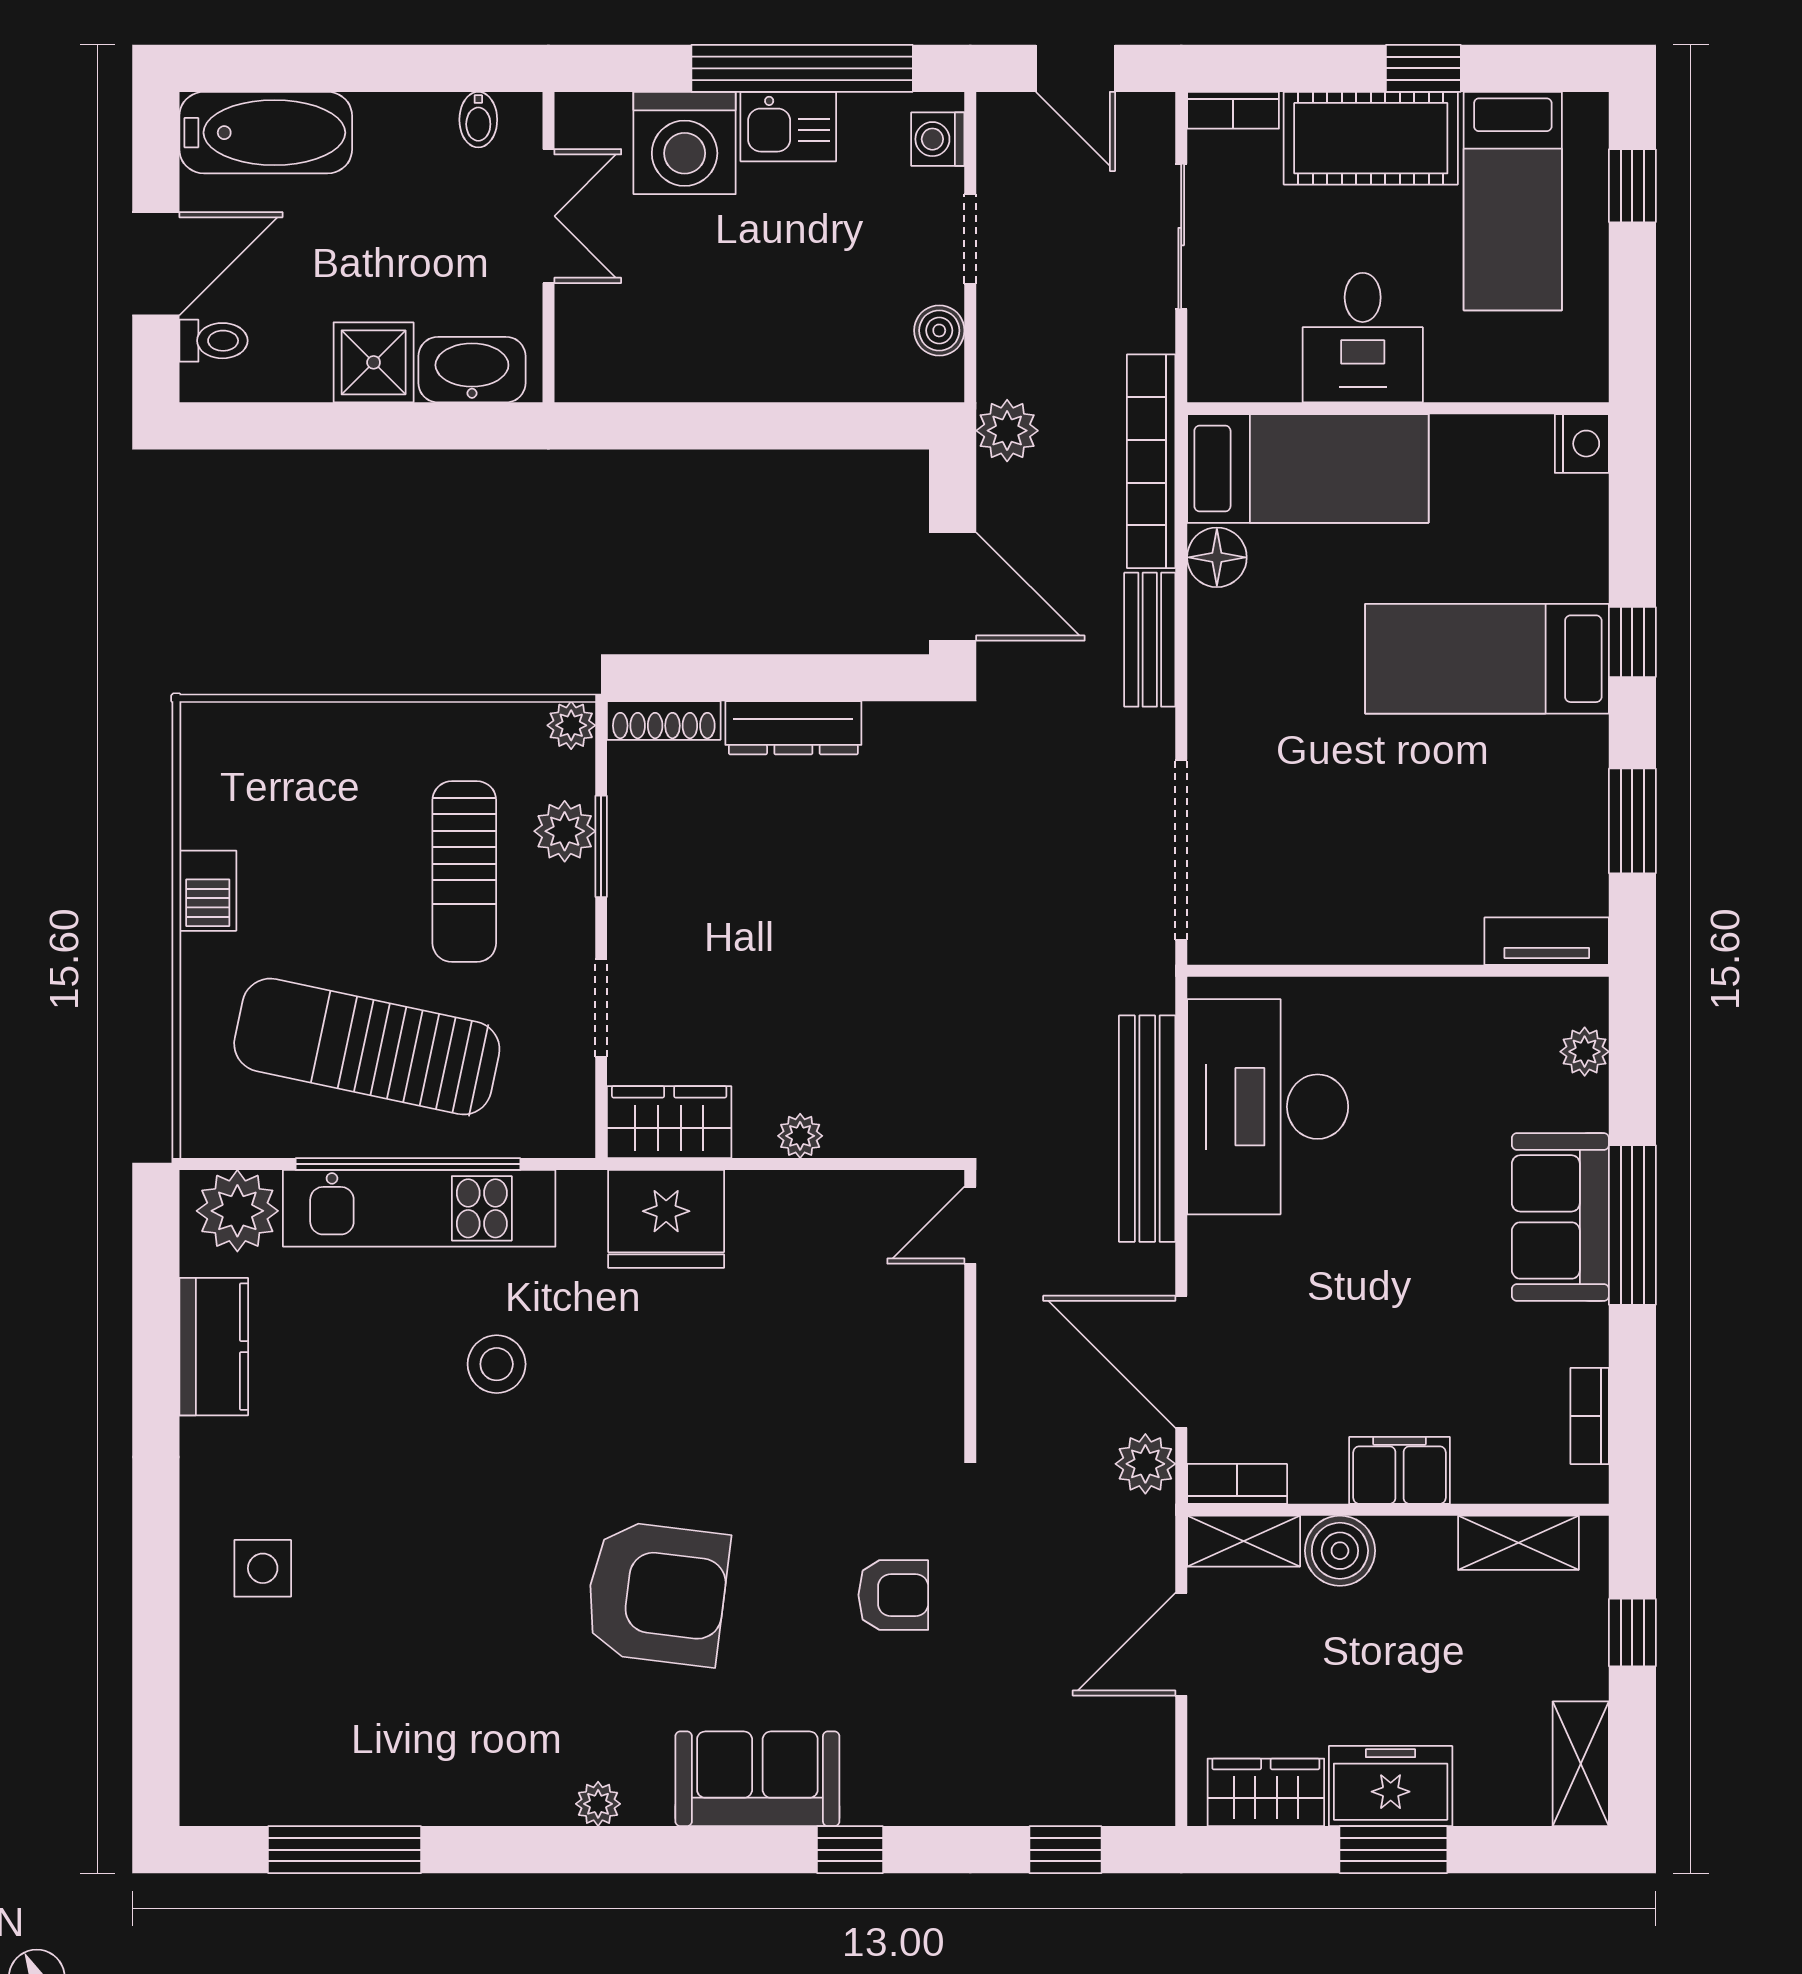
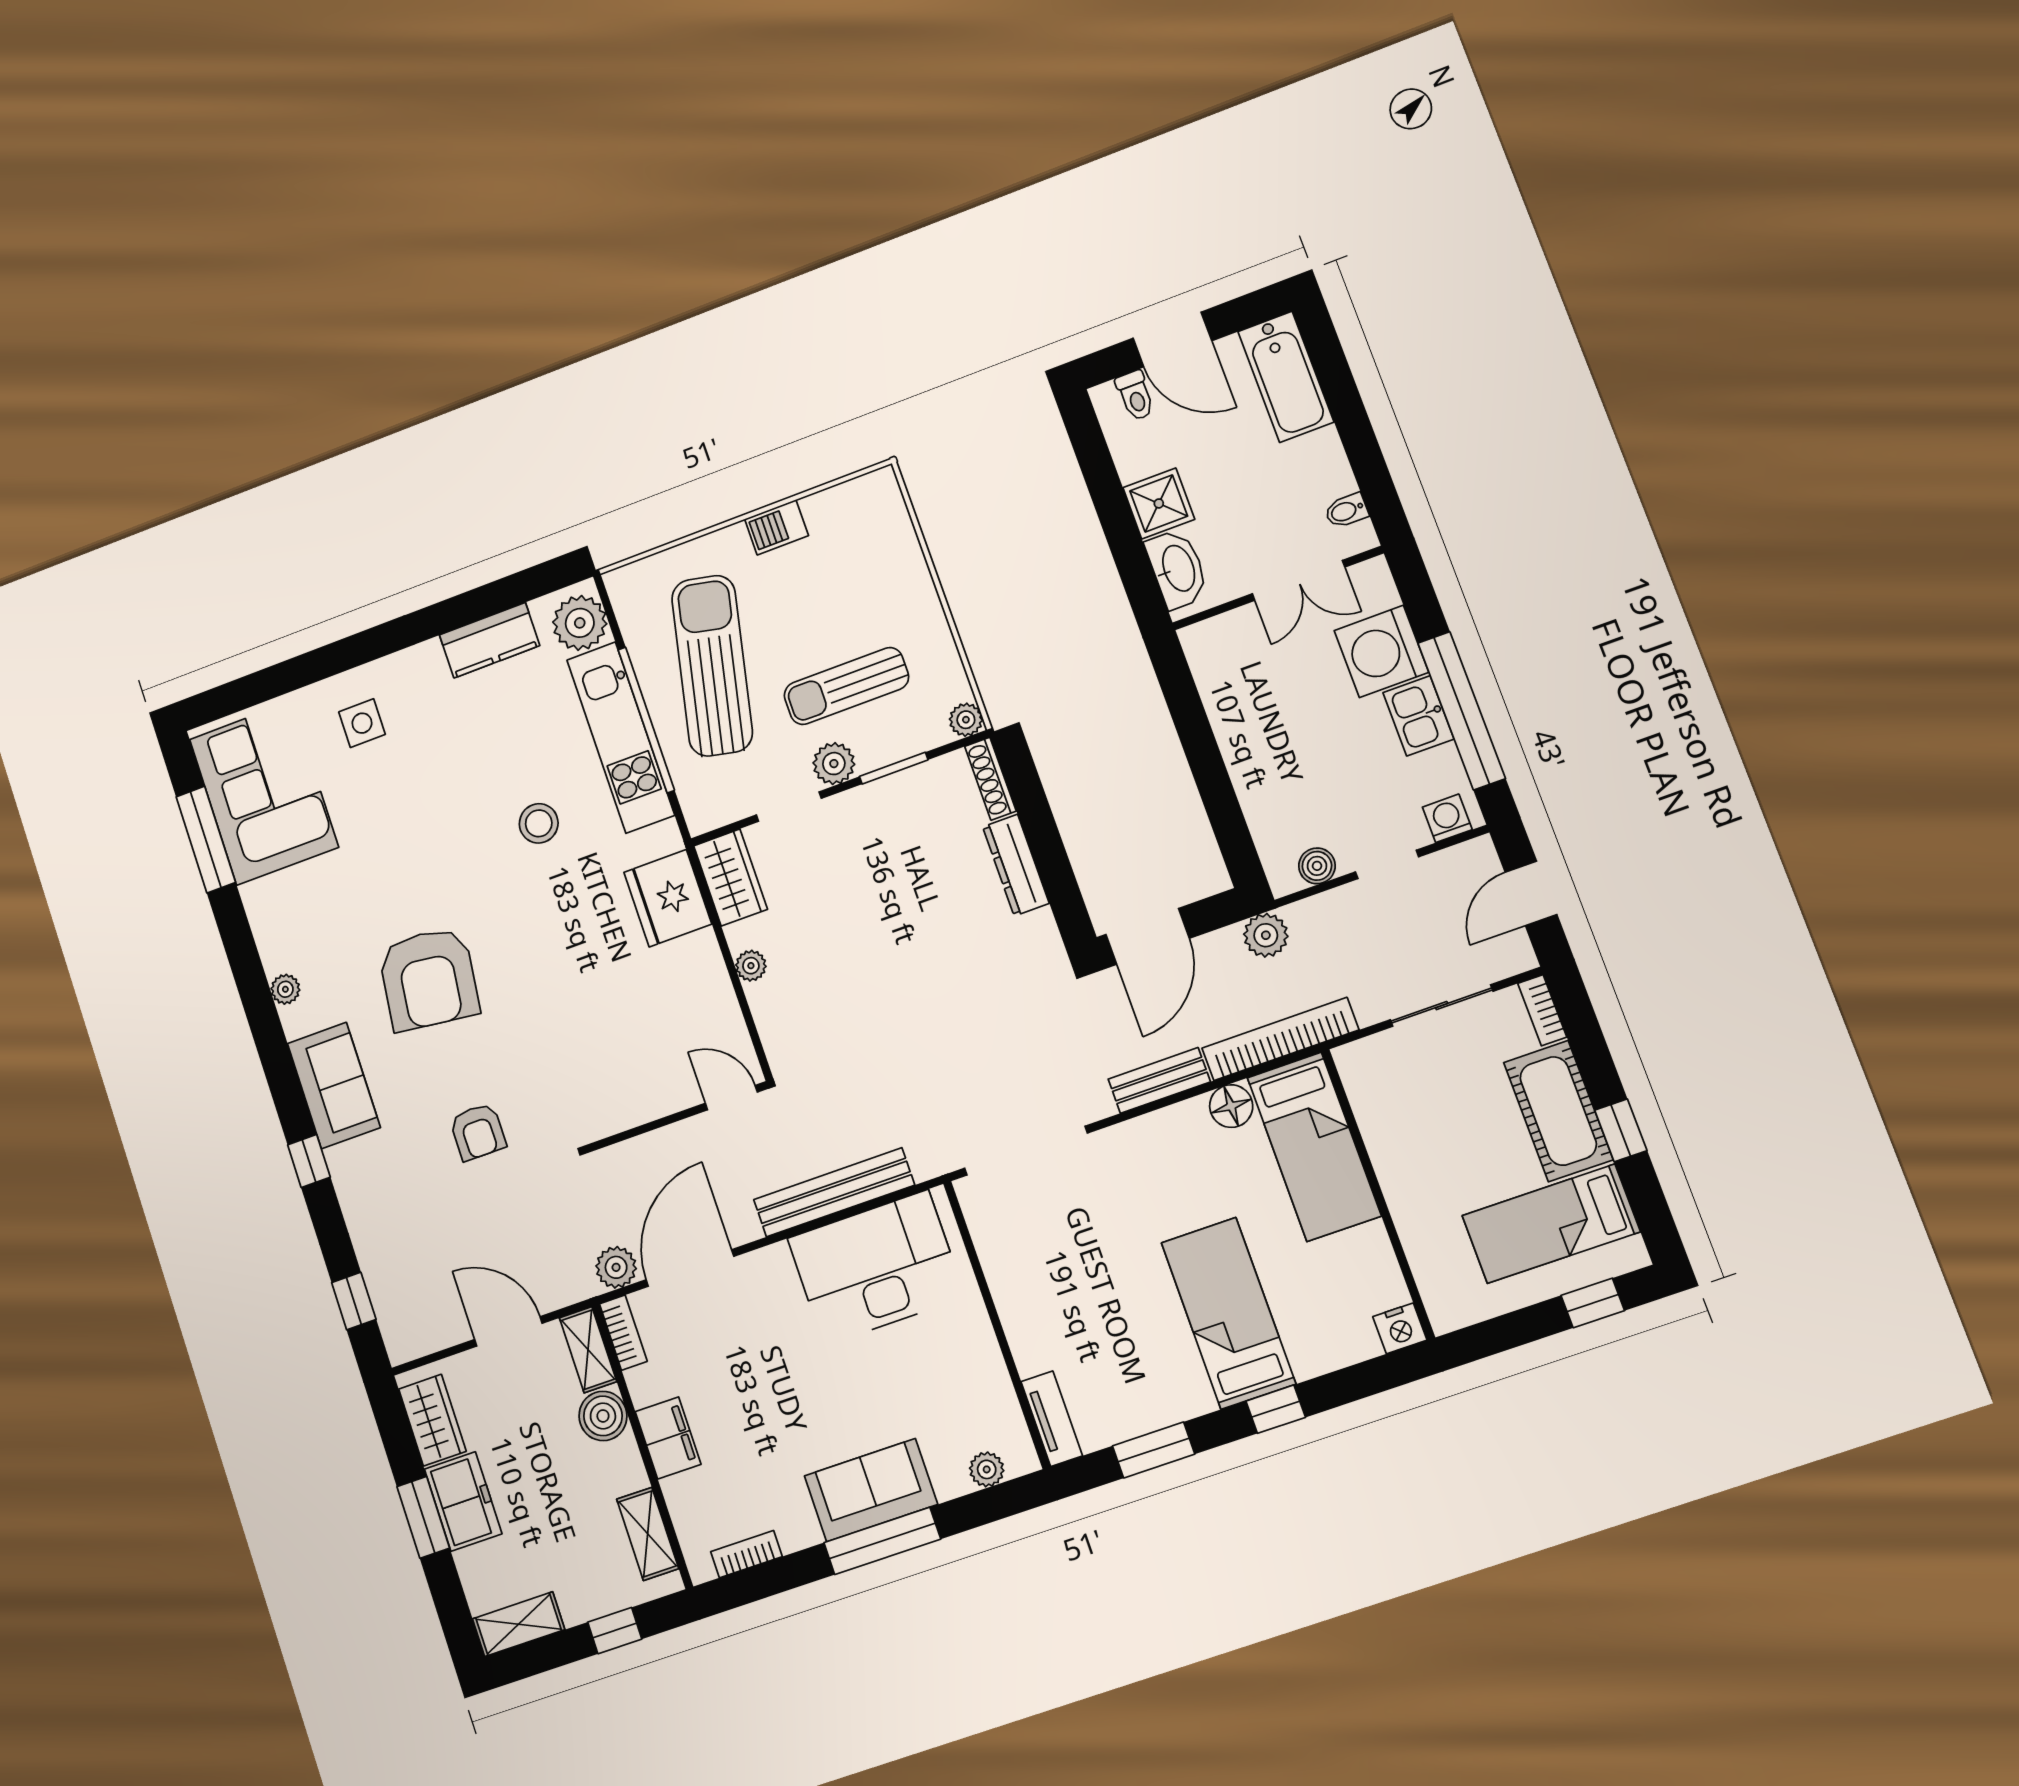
desk: (1363, 338) -> (1418, 1153), removed
plant: (565, 831) -> (834, 764), moved
corner sofa: (310, 1743) -> (264, 793), added

